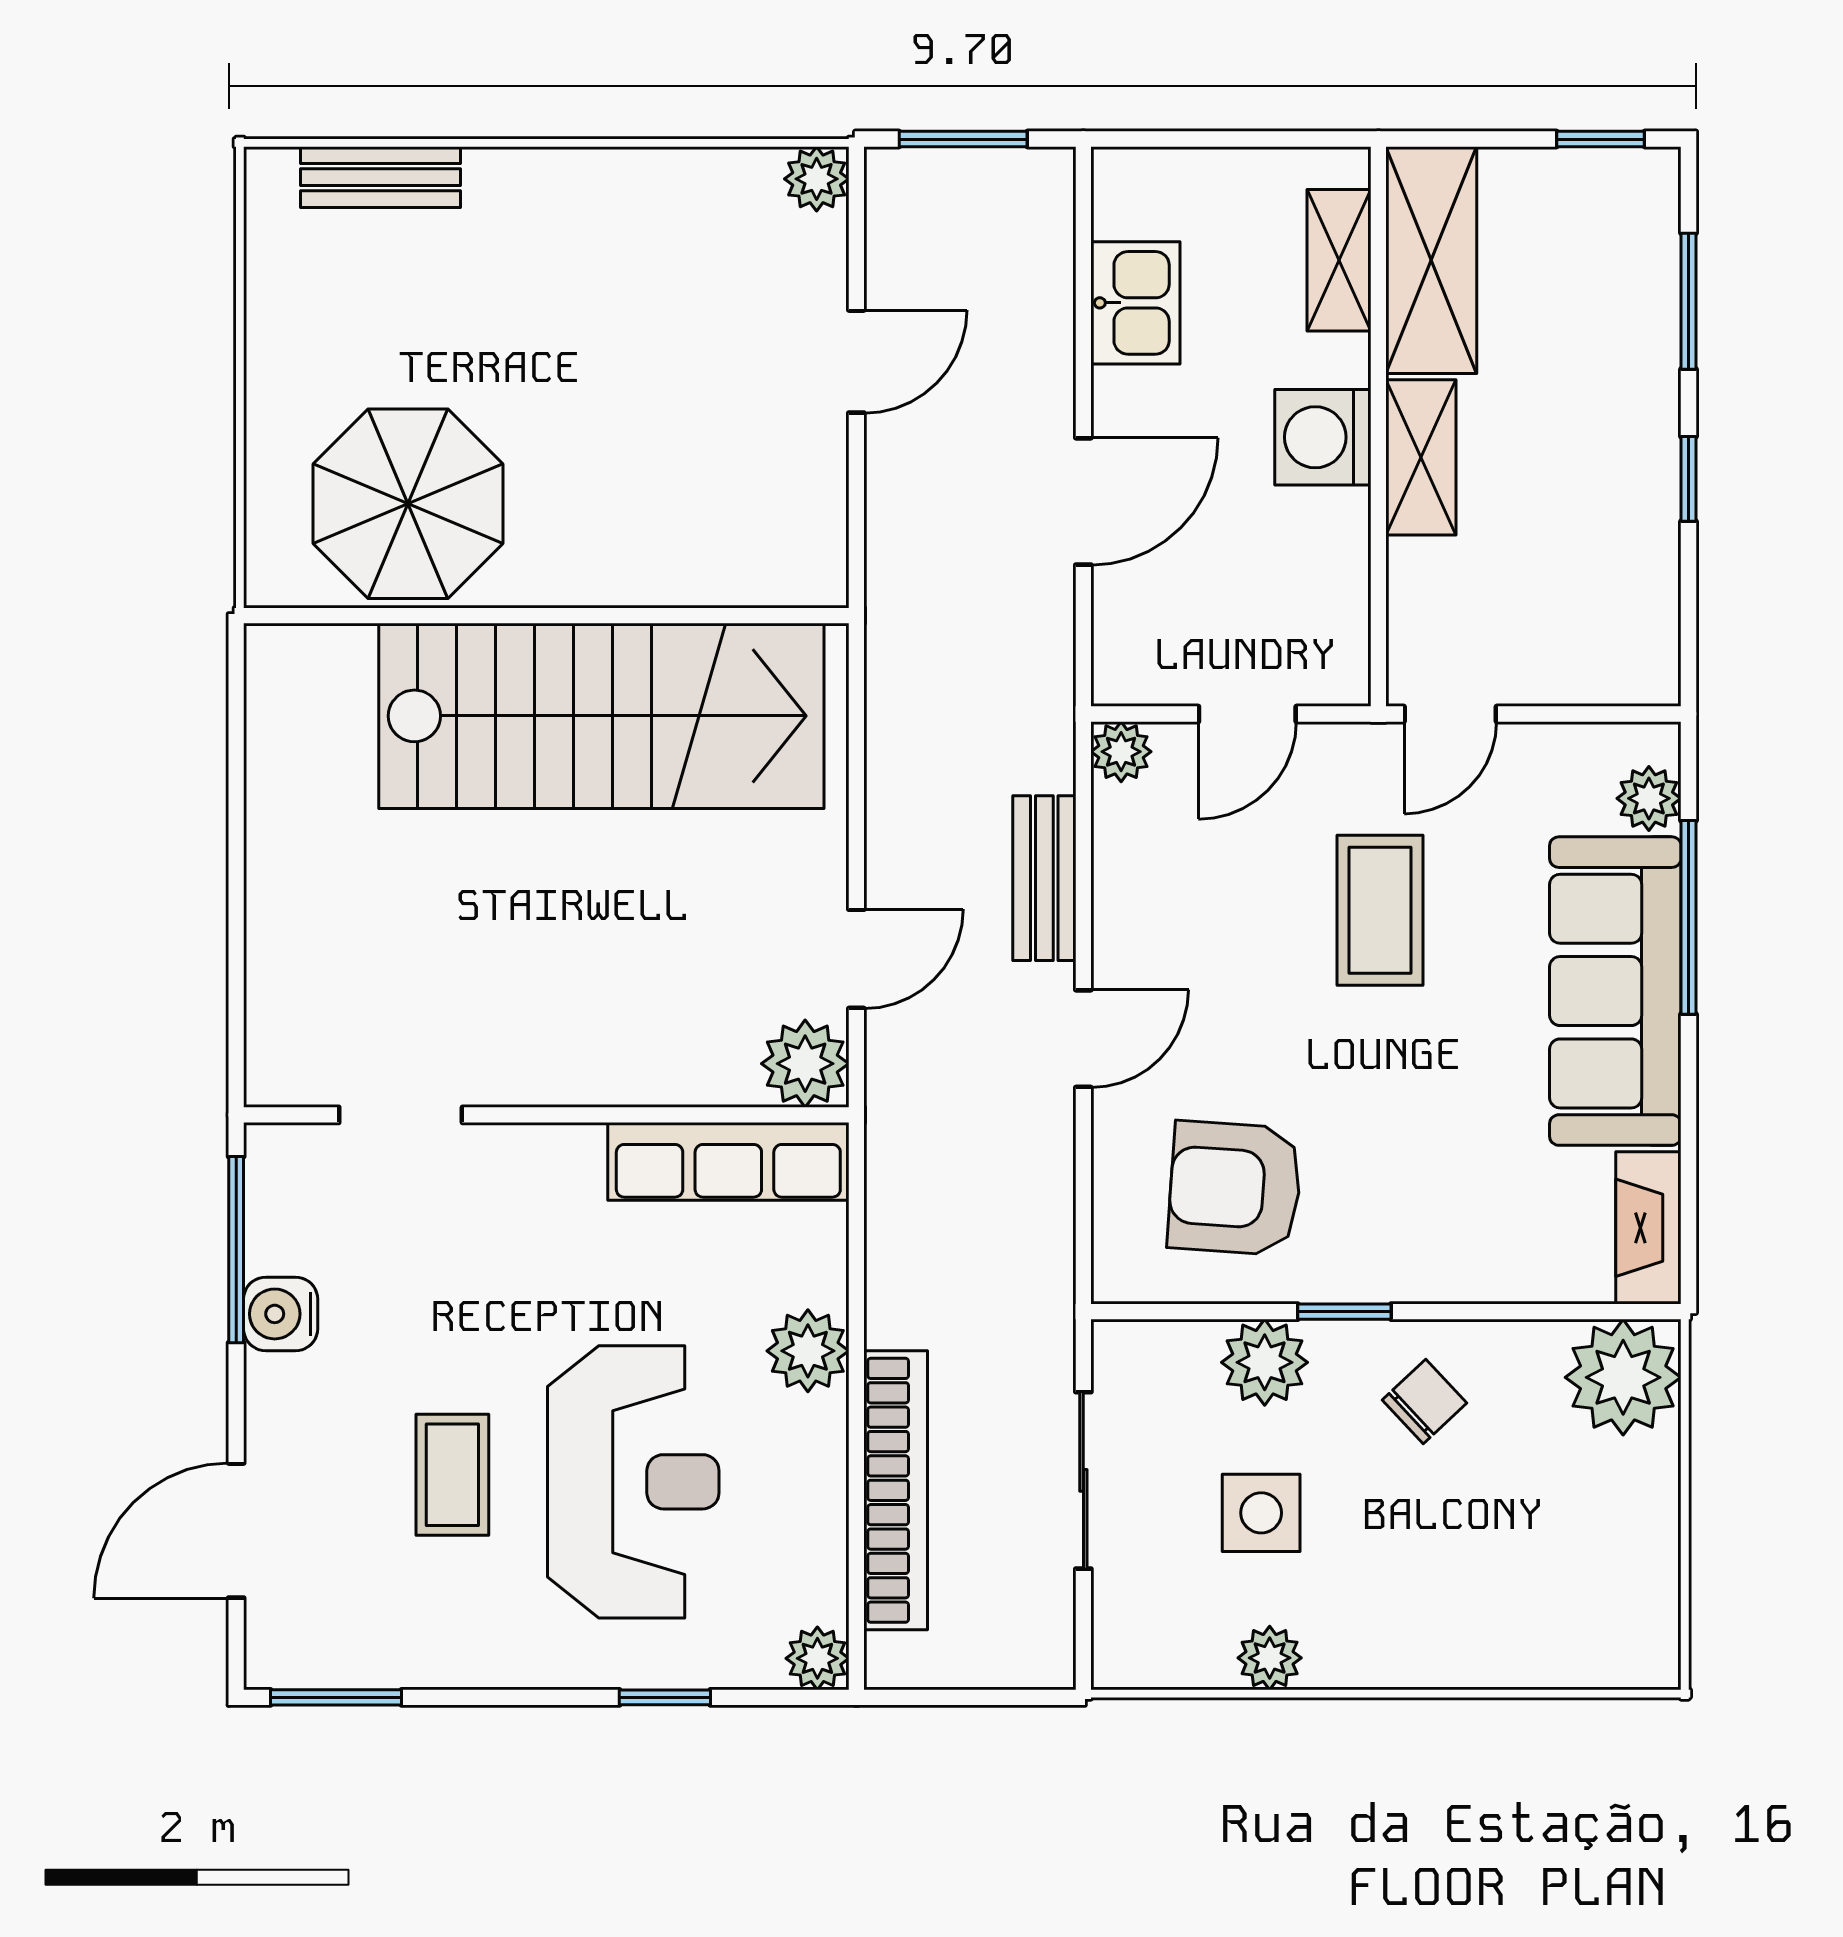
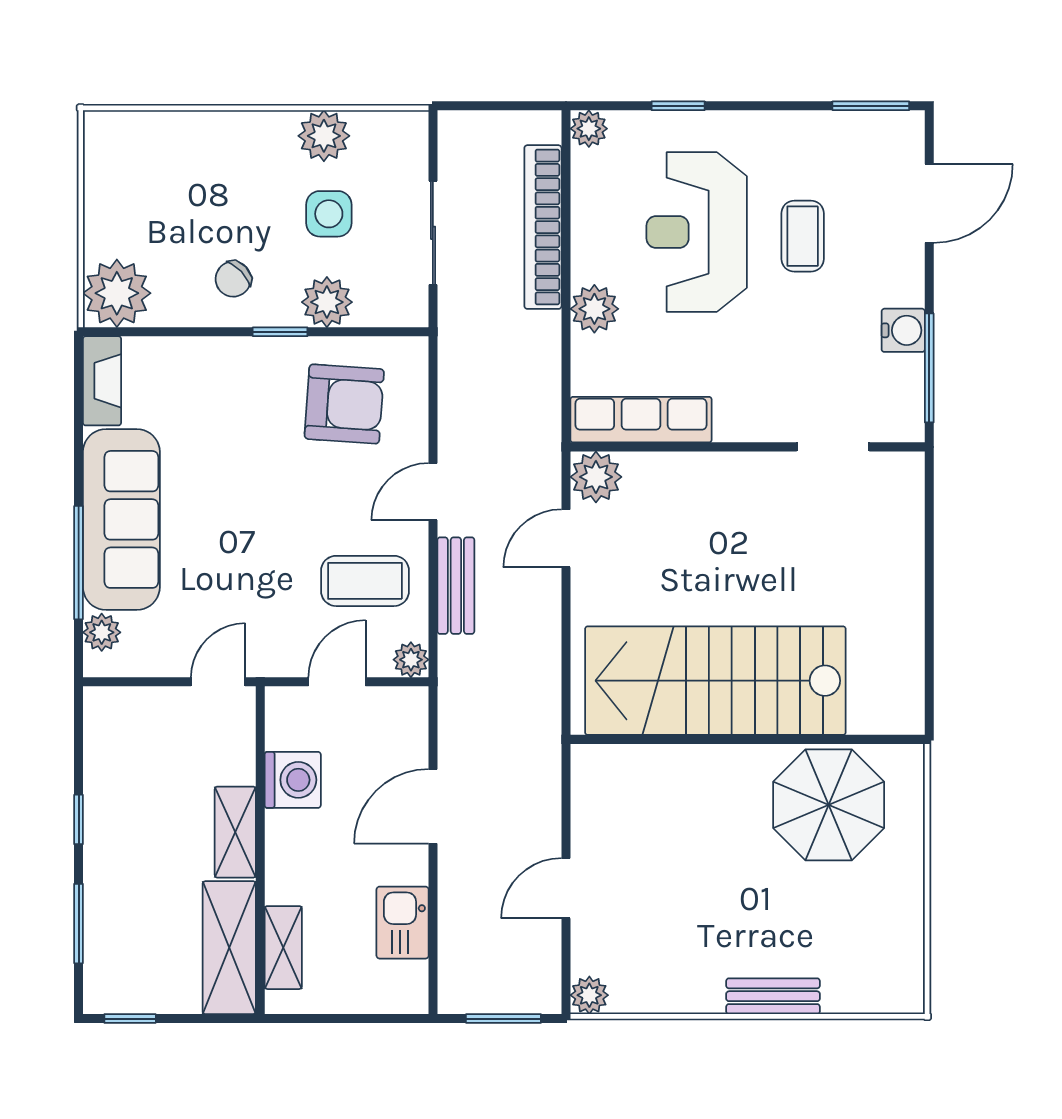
bench: (380, 177) -> (773, 996), moved
washing machine: (1323, 437) -> (293, 780), moved
coffee table: (1380, 910) -> (365, 581), moved, turned 90
plant: (1270, 1658) -> (324, 136), width x1.38, depth x1.38

